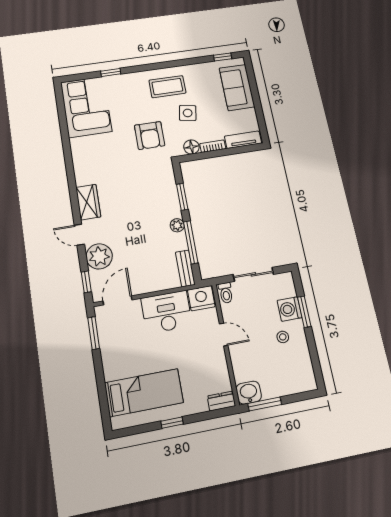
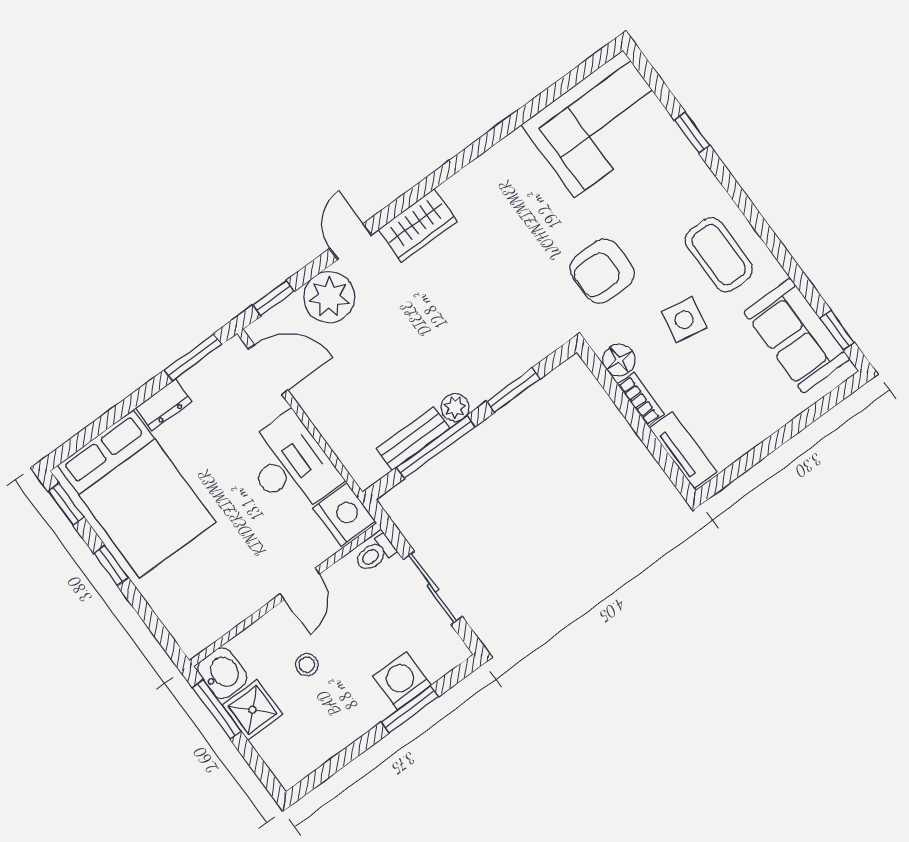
sofa: (237, 87) -> (797, 336), moved, turned -90
bench: (185, 268) -> (413, 439), moved
stool: (283, 337) -> (307, 665), moved
shower: (272, 386) -> (252, 710), added
bed: (144, 393) -> (136, 494), width x1.50
dresser: (221, 401) -> (164, 405), moved, turned 90
window: (132, 431) -> (66, 504), added

